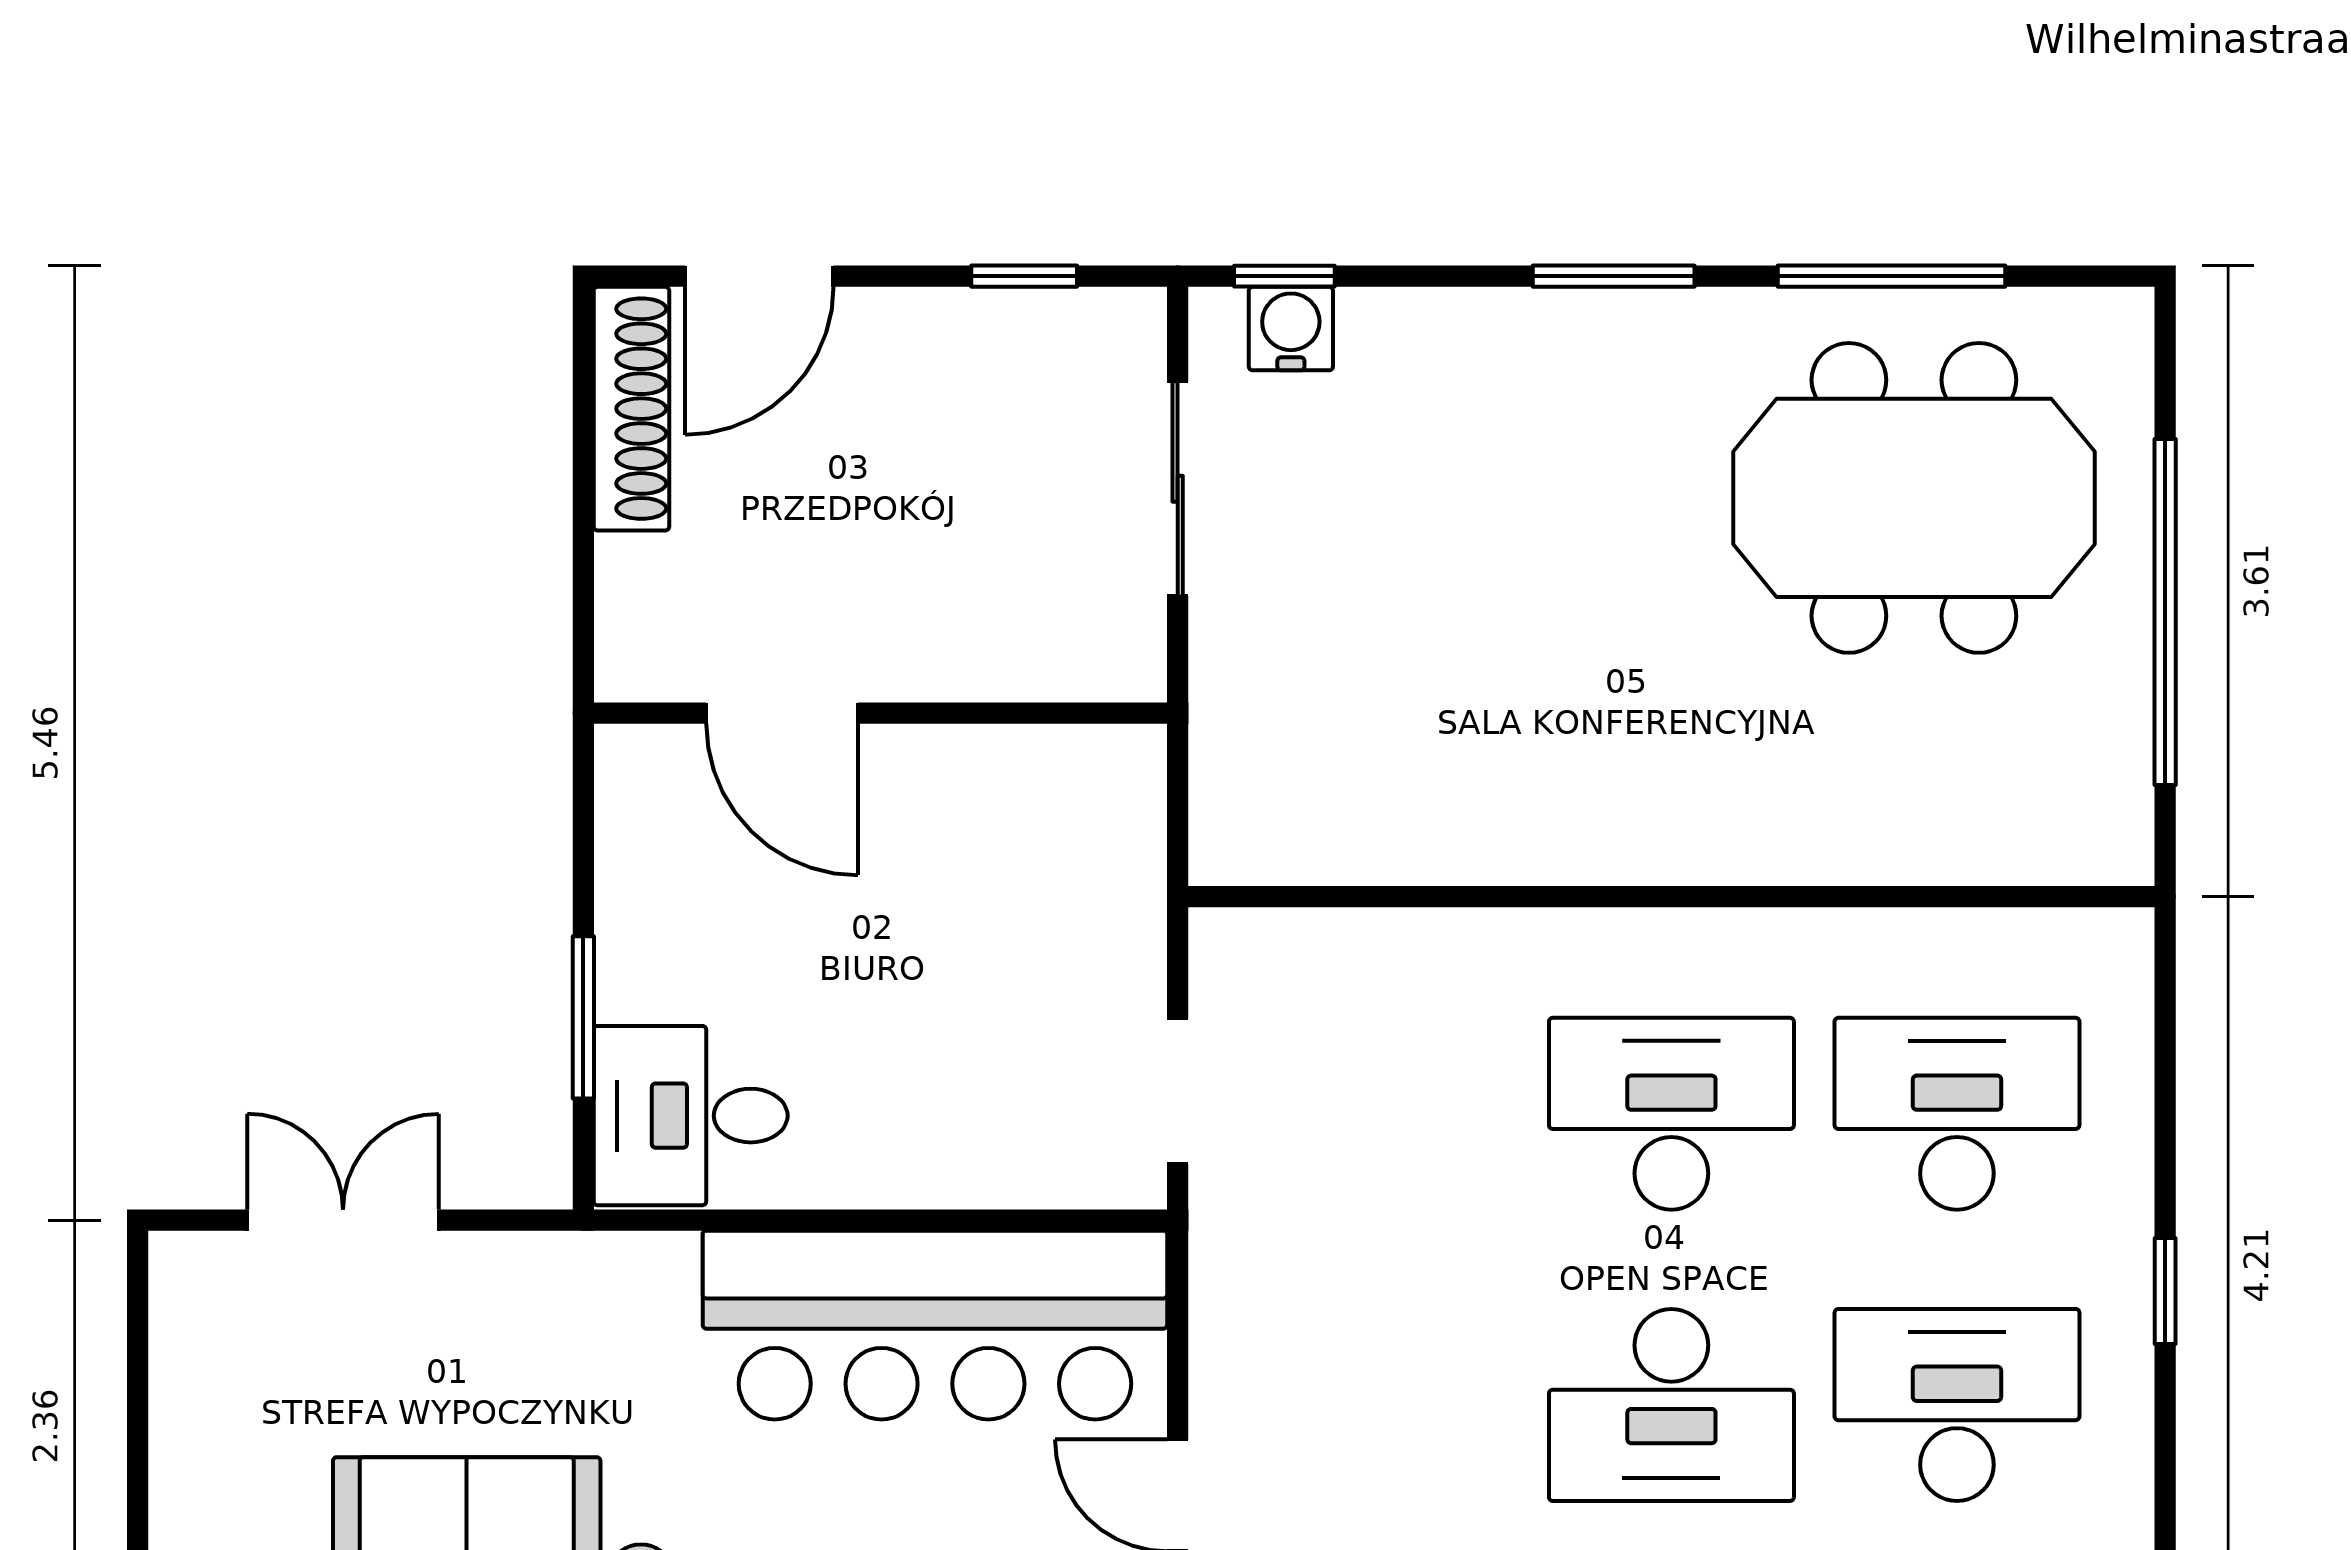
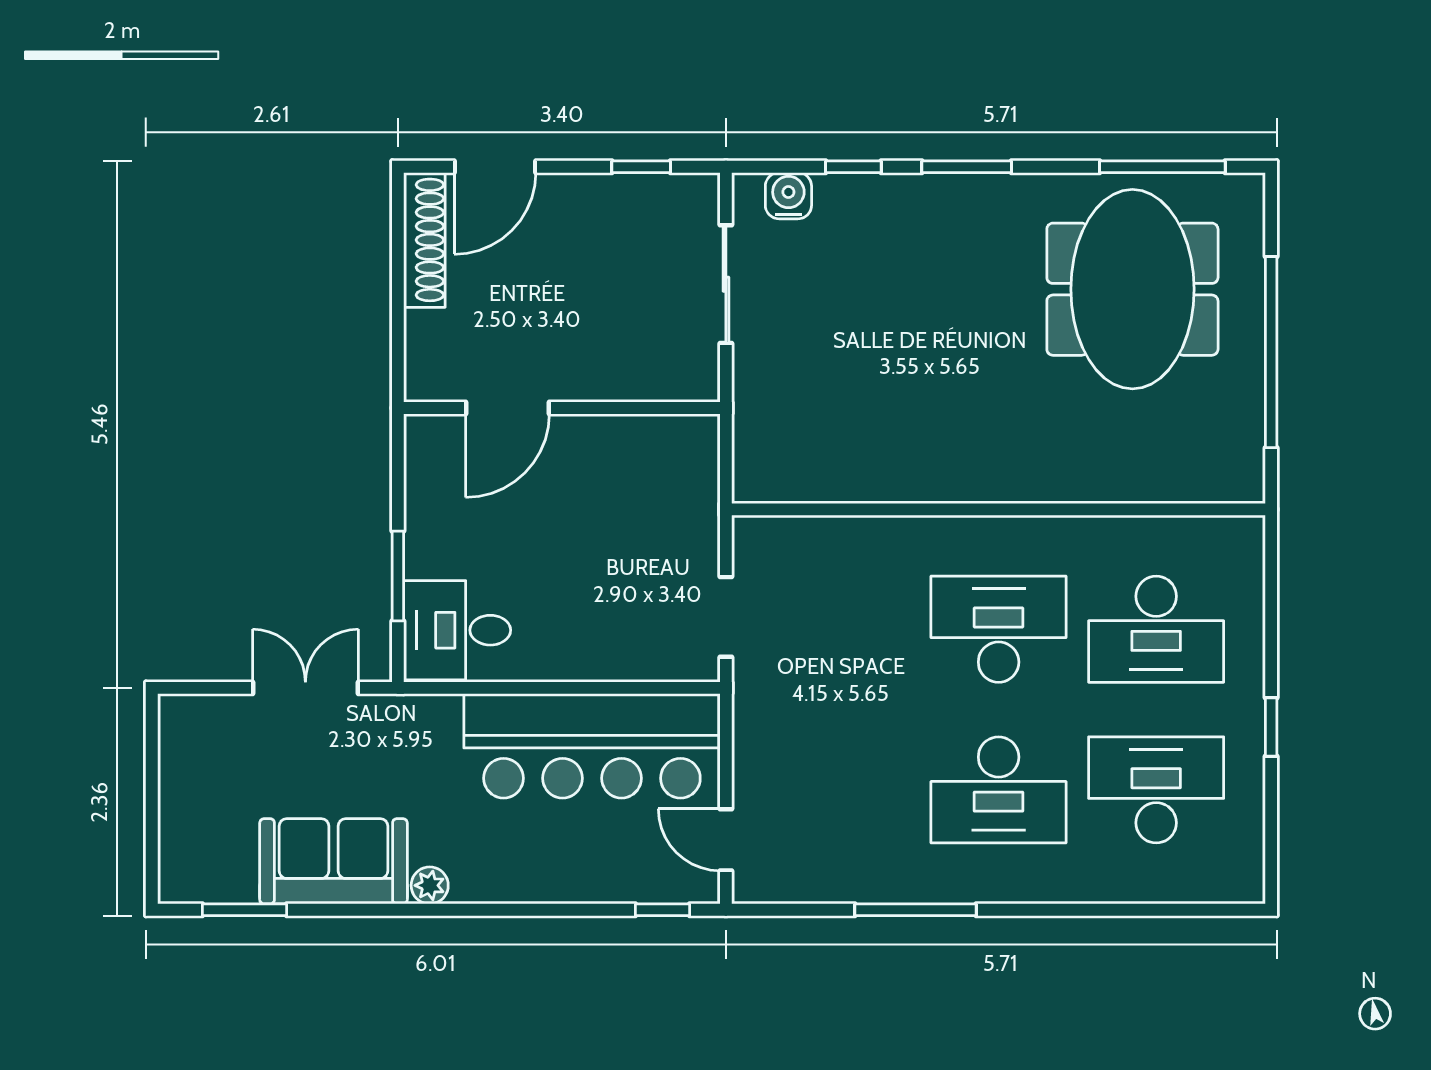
window: (1284, 276) -> (853, 167), moved
window: (1892, 276) -> (1162, 167), moved
meeting table: (1914, 498) -> (1132, 289), turned 90
door: (782, 713) -> (508, 408), hinge flipped
desk: (1957, 1114) -> (1156, 629), turned 180
double door: (343, 1220) -> (305, 688), moved

